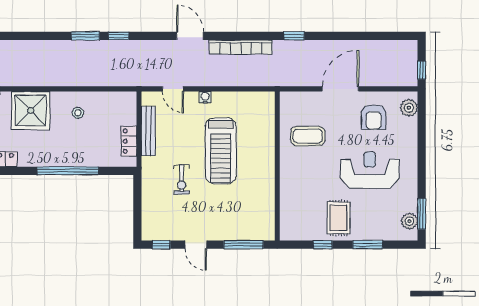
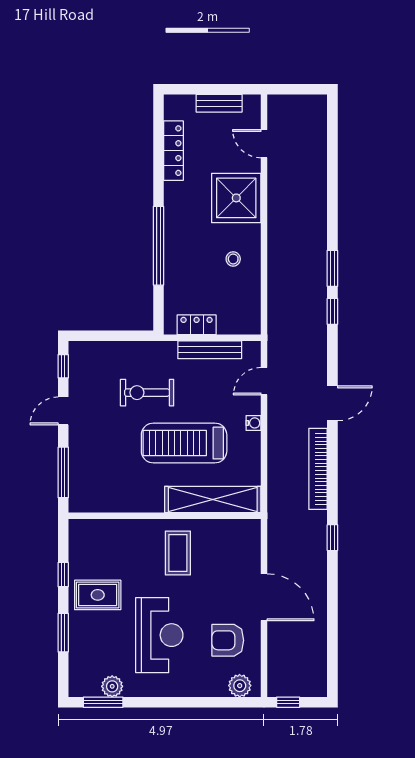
shelving: (265, 129) -> (213, 500), added
coffee table: (308, 136) -> (178, 553), moved
exercise bike: (182, 180) -> (147, 393), width x1.38, depth x1.39
plant: (409, 221) -> (112, 686), moved

